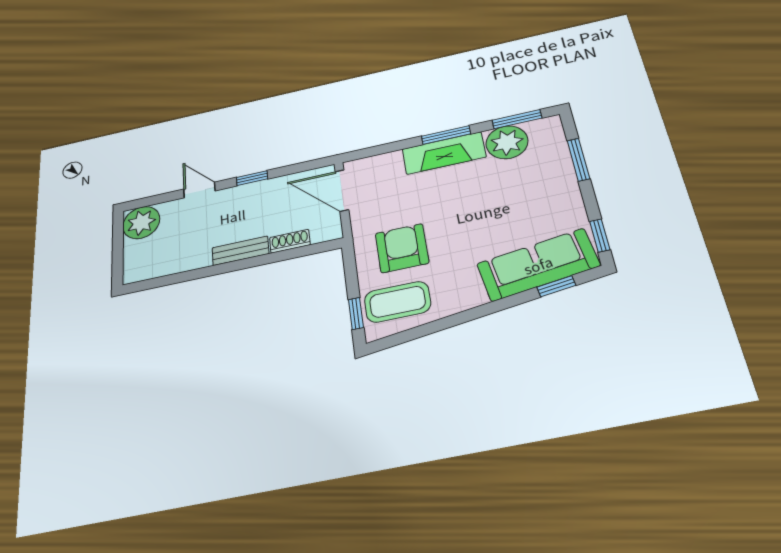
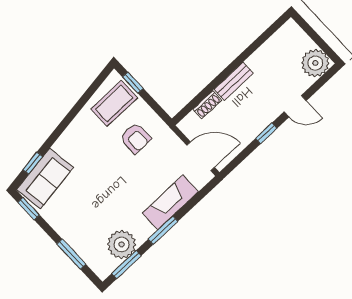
fireplace: (444, 153) -> (170, 202), moved
armchair: (402, 248) -> (136, 138), width x0.72, depth x0.72
sofa: (538, 265) -> (45, 179), width x0.73

